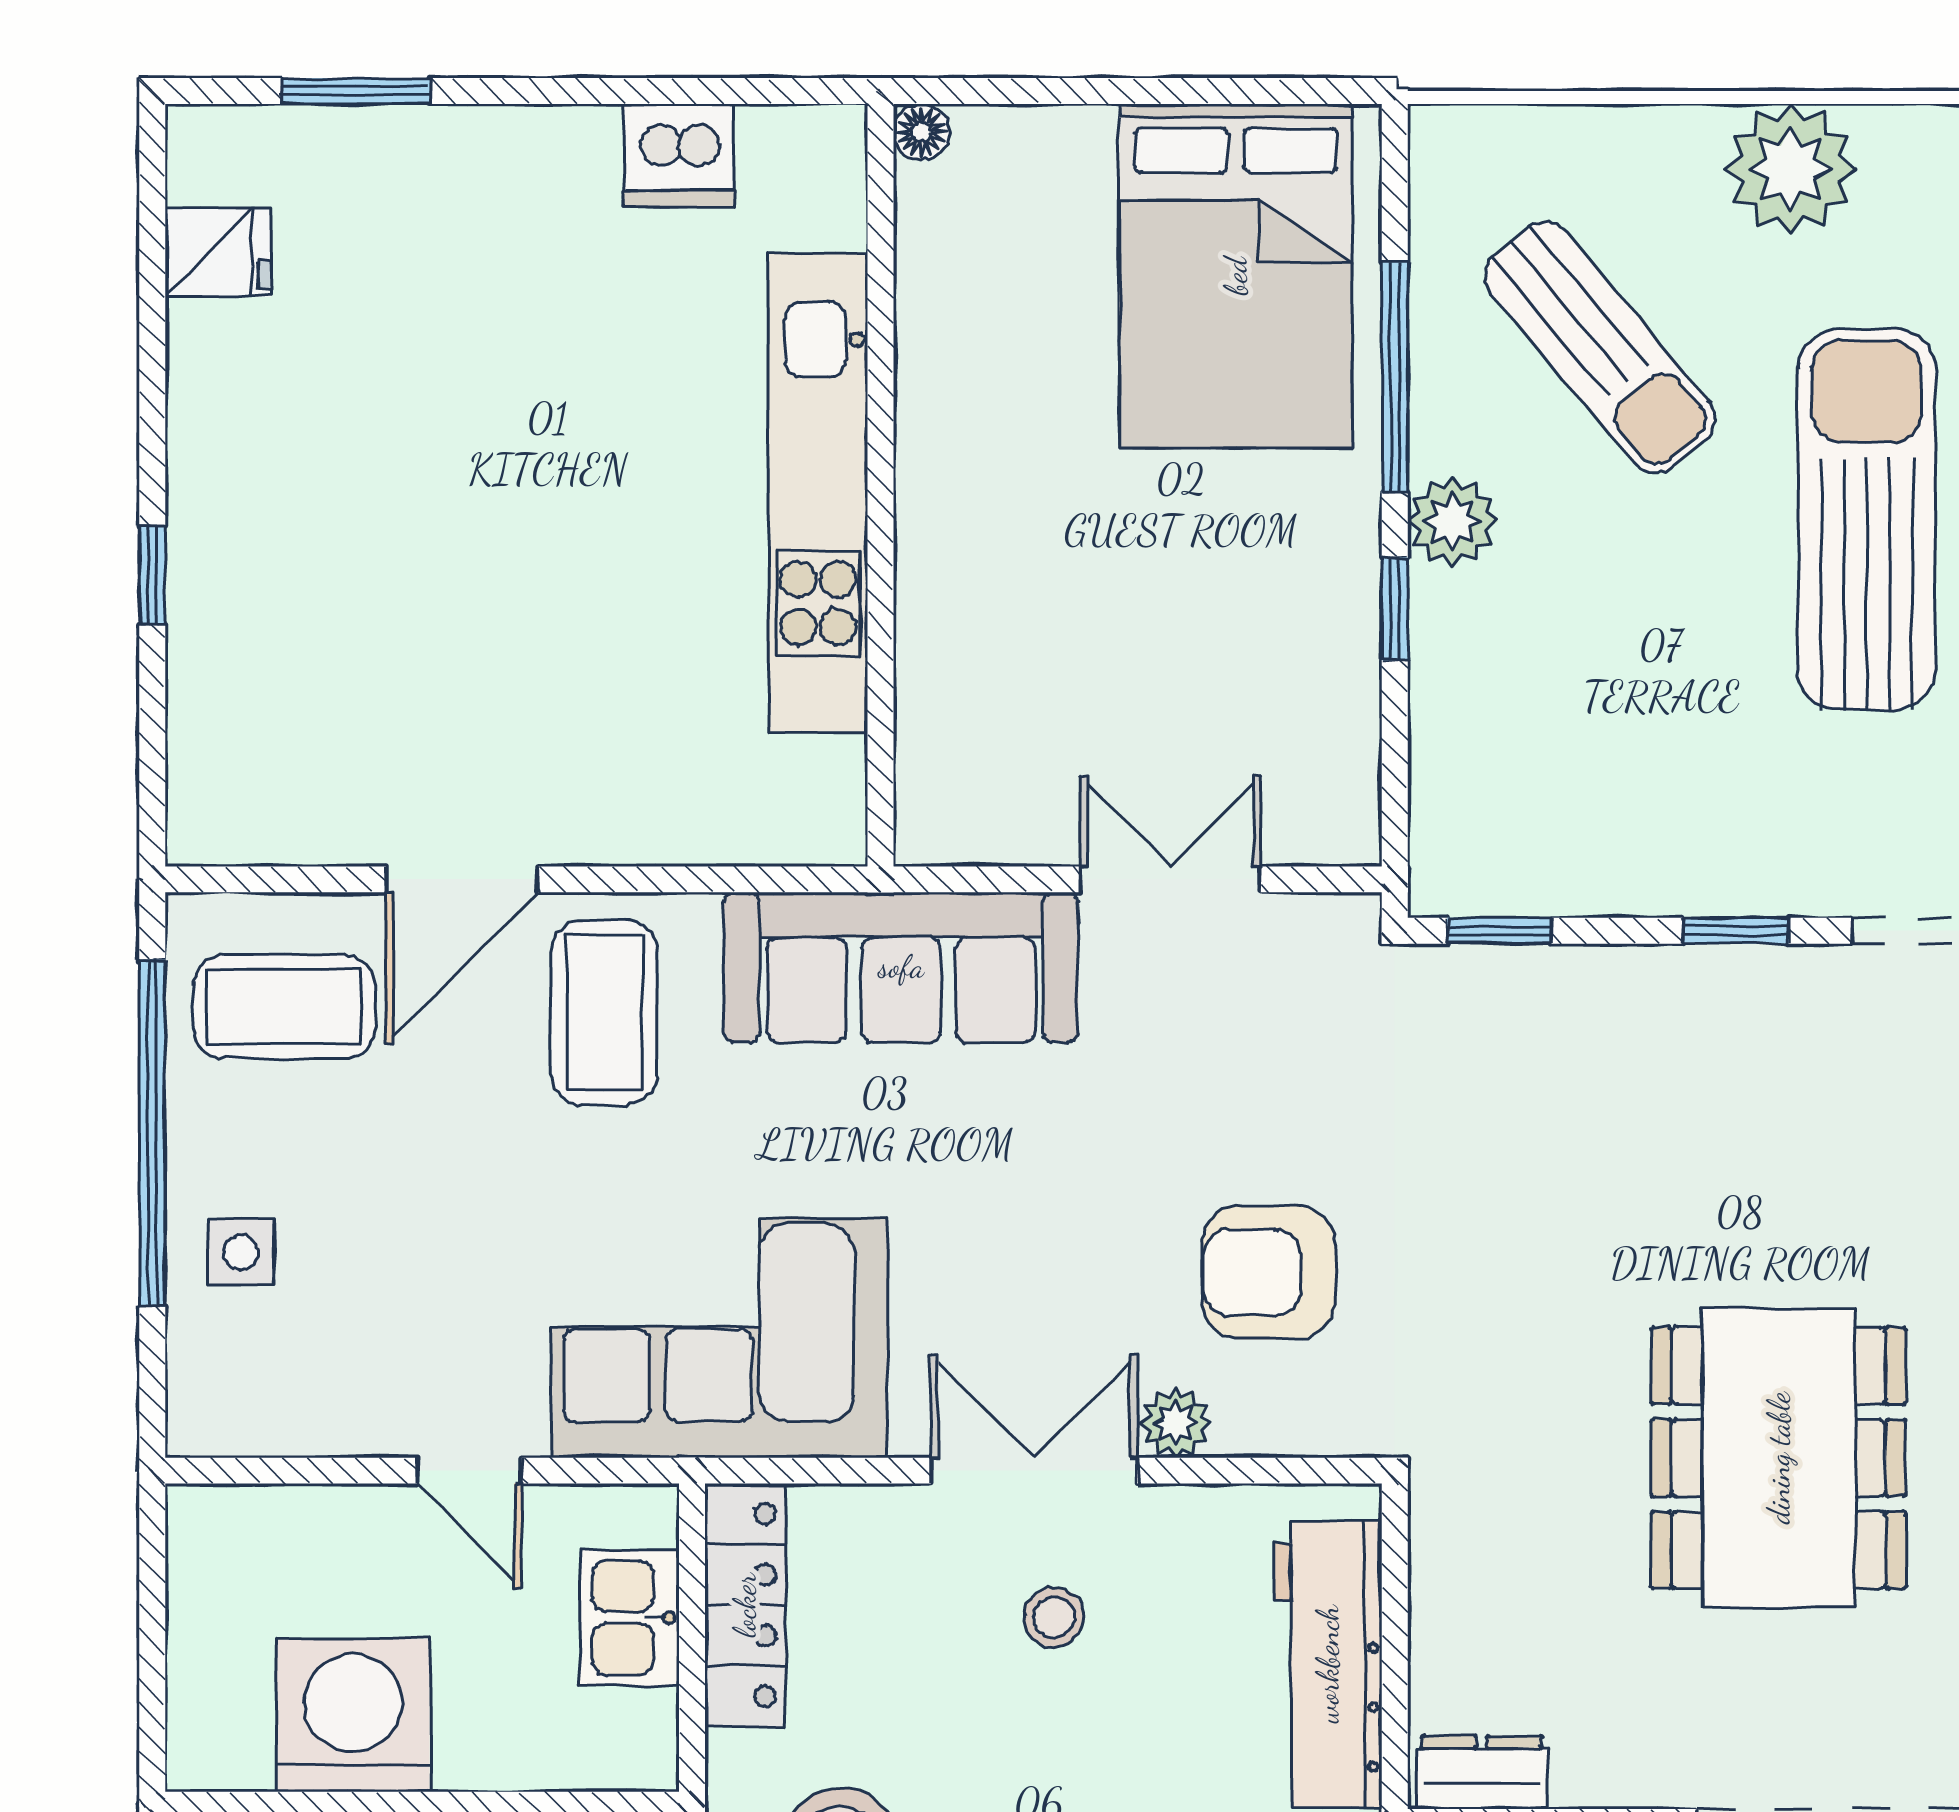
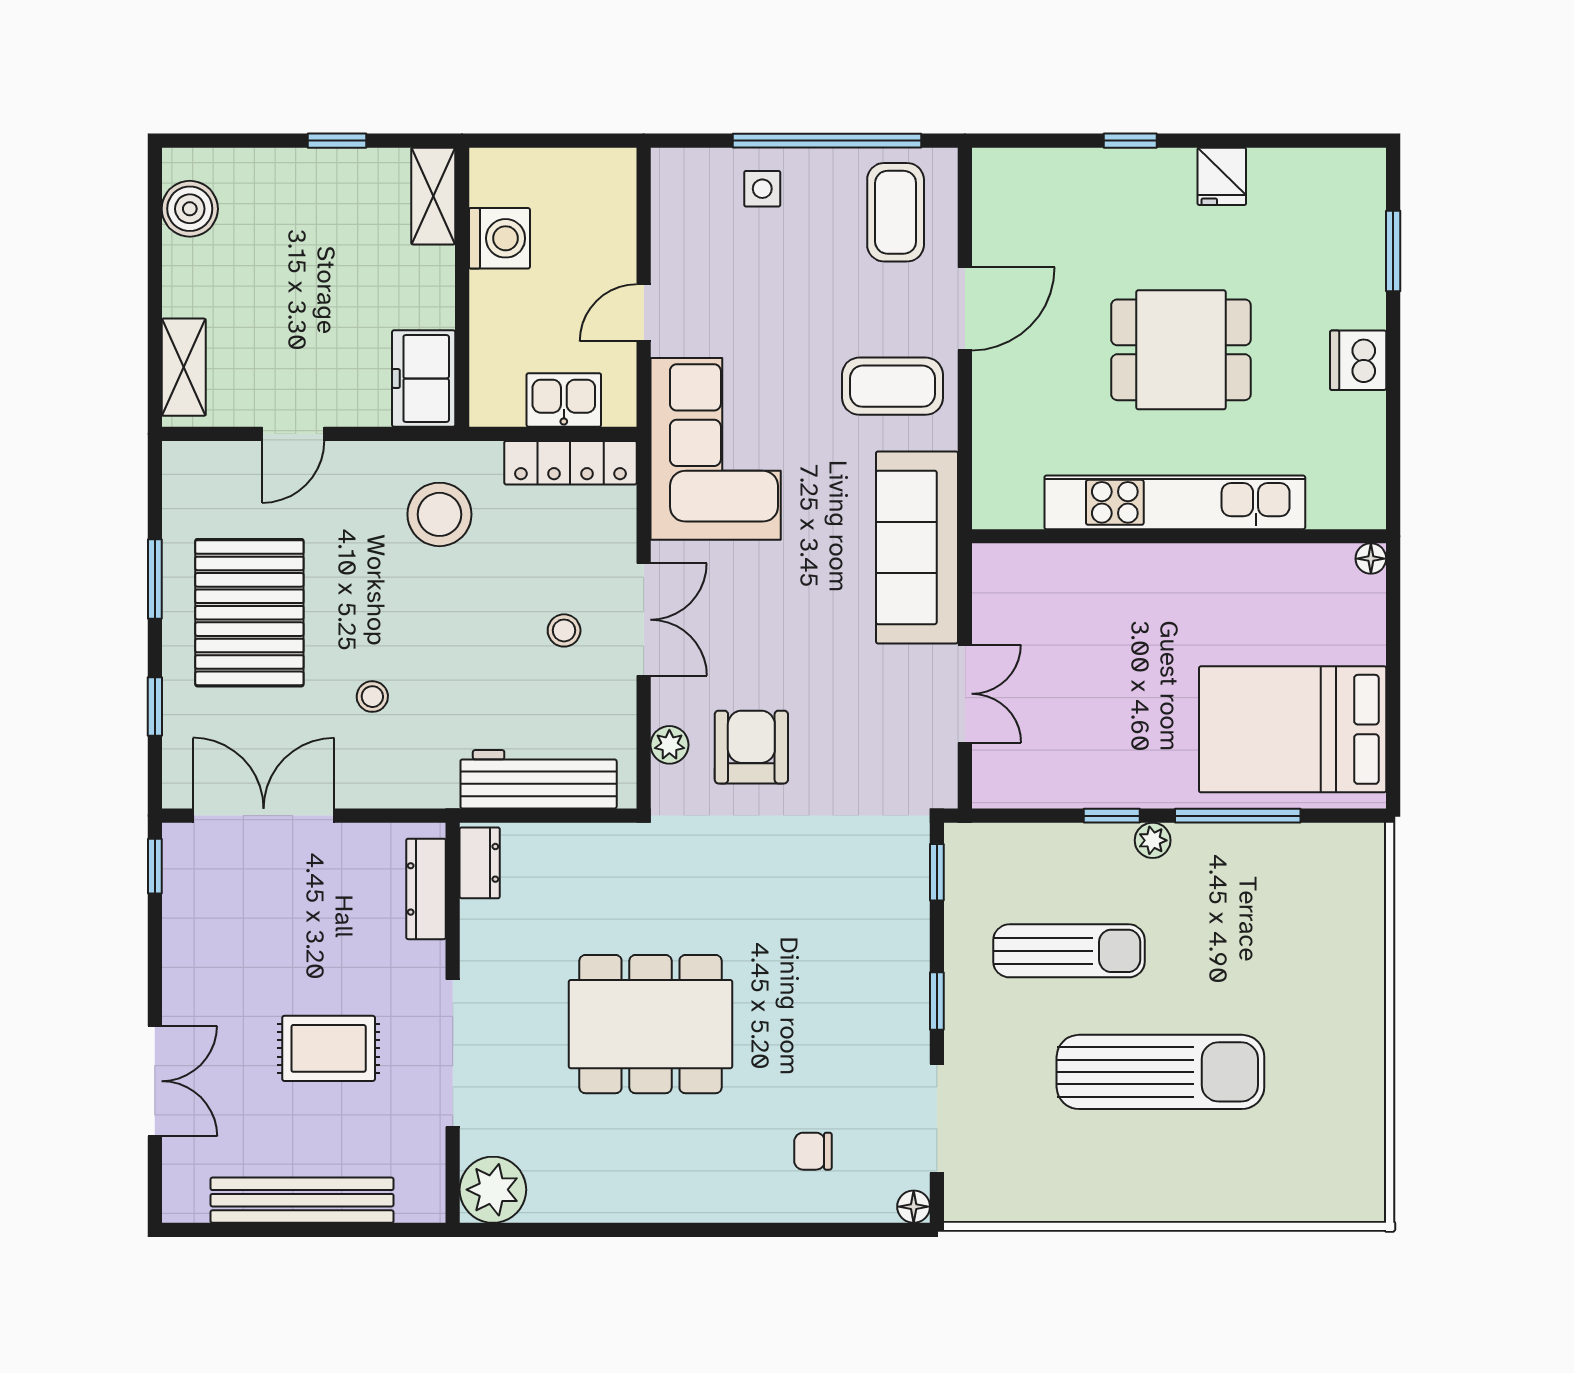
dishwasher: (679, 155) -> (1358, 360), moved
plant: (1791, 169) -> (1351, 1031), removed
fridge: (218, 252) -> (1222, 176), moved
sun lounger: (1600, 347) -> (1069, 951), moved, turned -140
dining table: (537, 481) -> (1181, 350), added
plant: (1453, 521) -> (1153, 840), width x0.73, depth x0.73
door: (462, 879) -> (965, 309), swing flipped
plant: (1175, 1423) -> (669, 745), moved
washing machine: (353, 1715) -> (499, 238), width x0.73, depth x0.73

